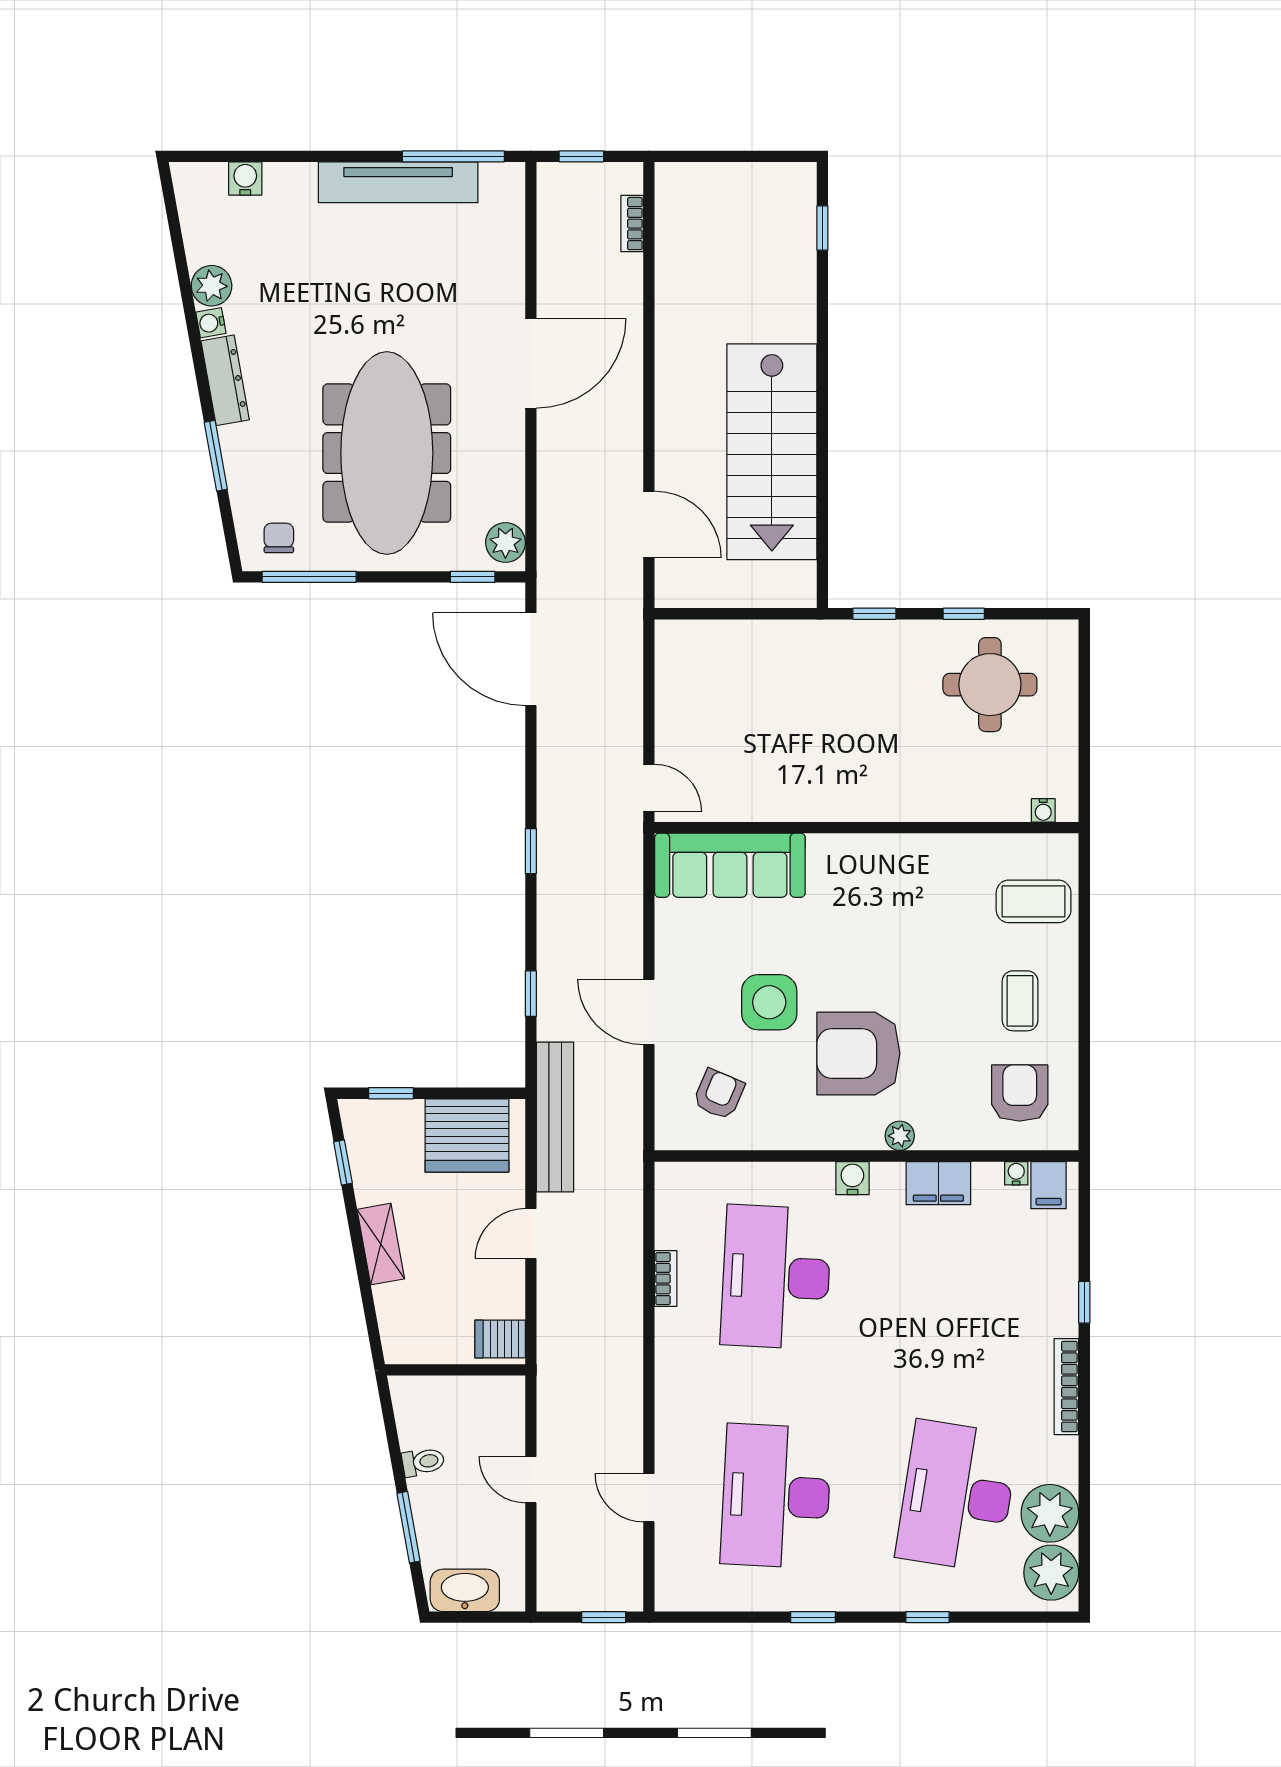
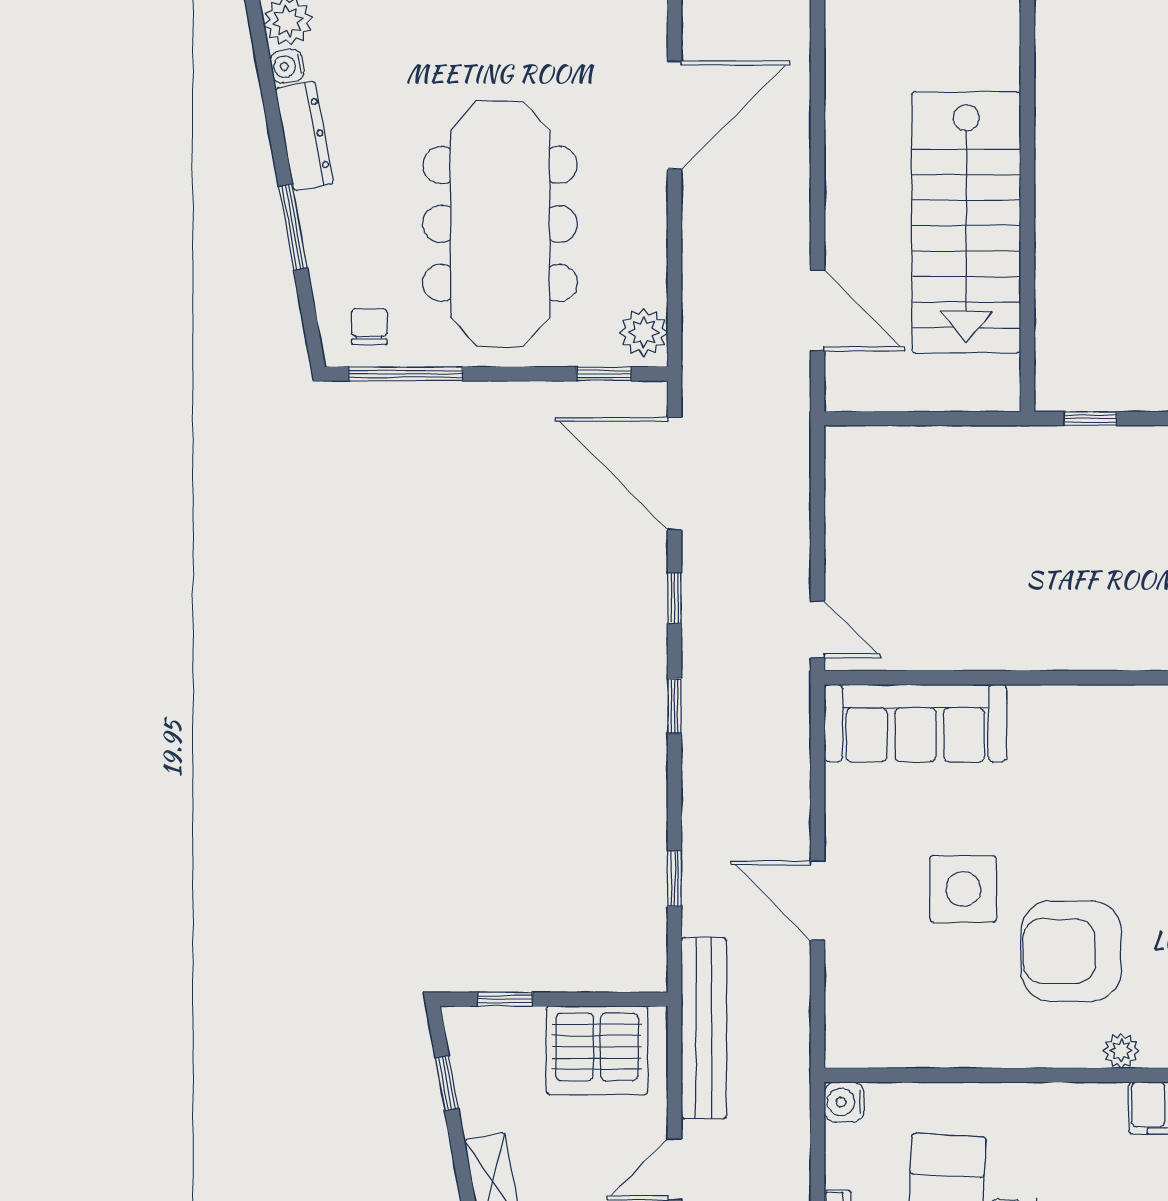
window: (531, 762) -> (675, 598), added
armchair: (719, 1094) -> (902, 1000), removed
water cooler: (852, 1178) -> (844, 1102), moved, turned -90

